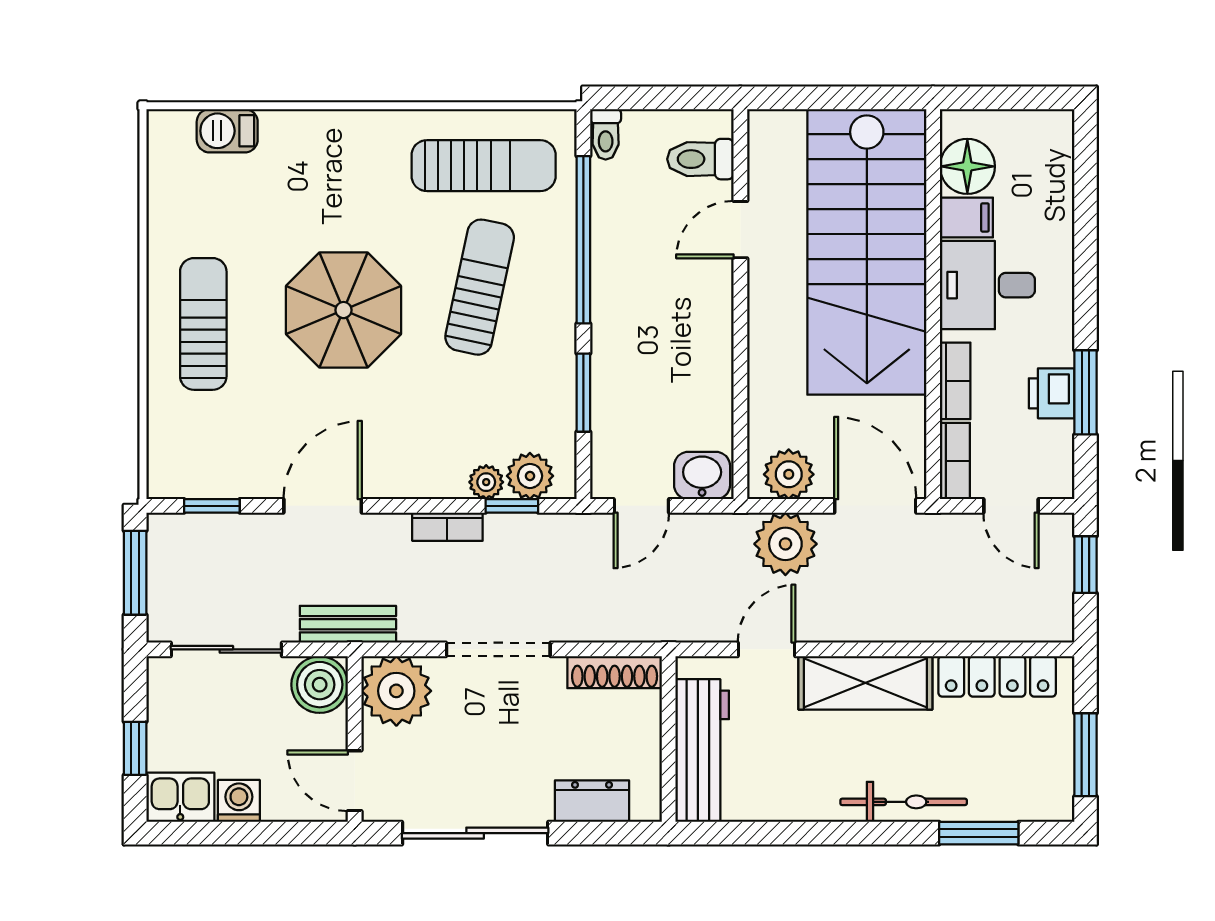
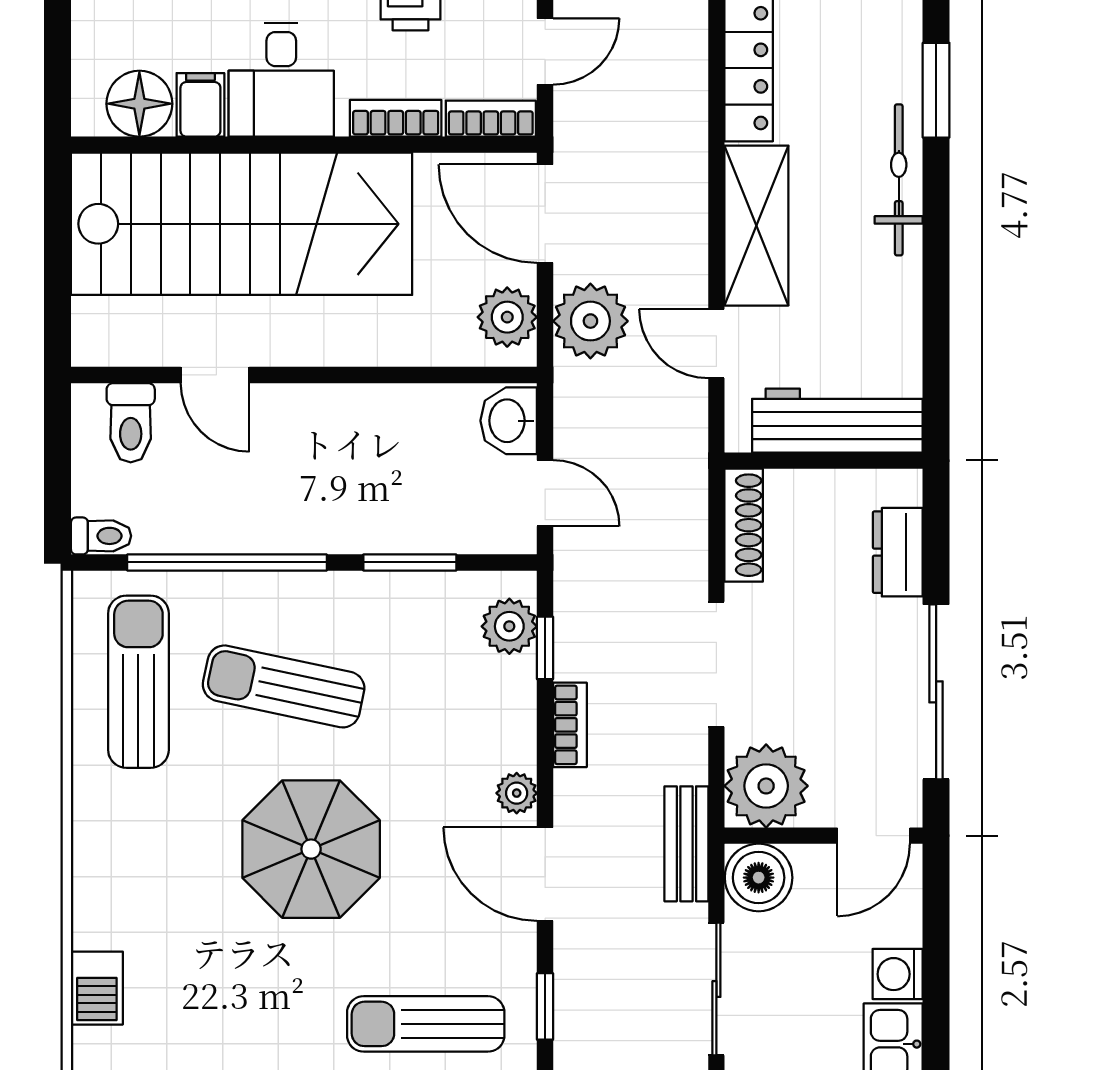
sun lounger: (203, 324) -> (426, 1024), moved
plant: (486, 482) -> (517, 793), moved
door: (875, 506) -> (545, 214), hinge flipped

